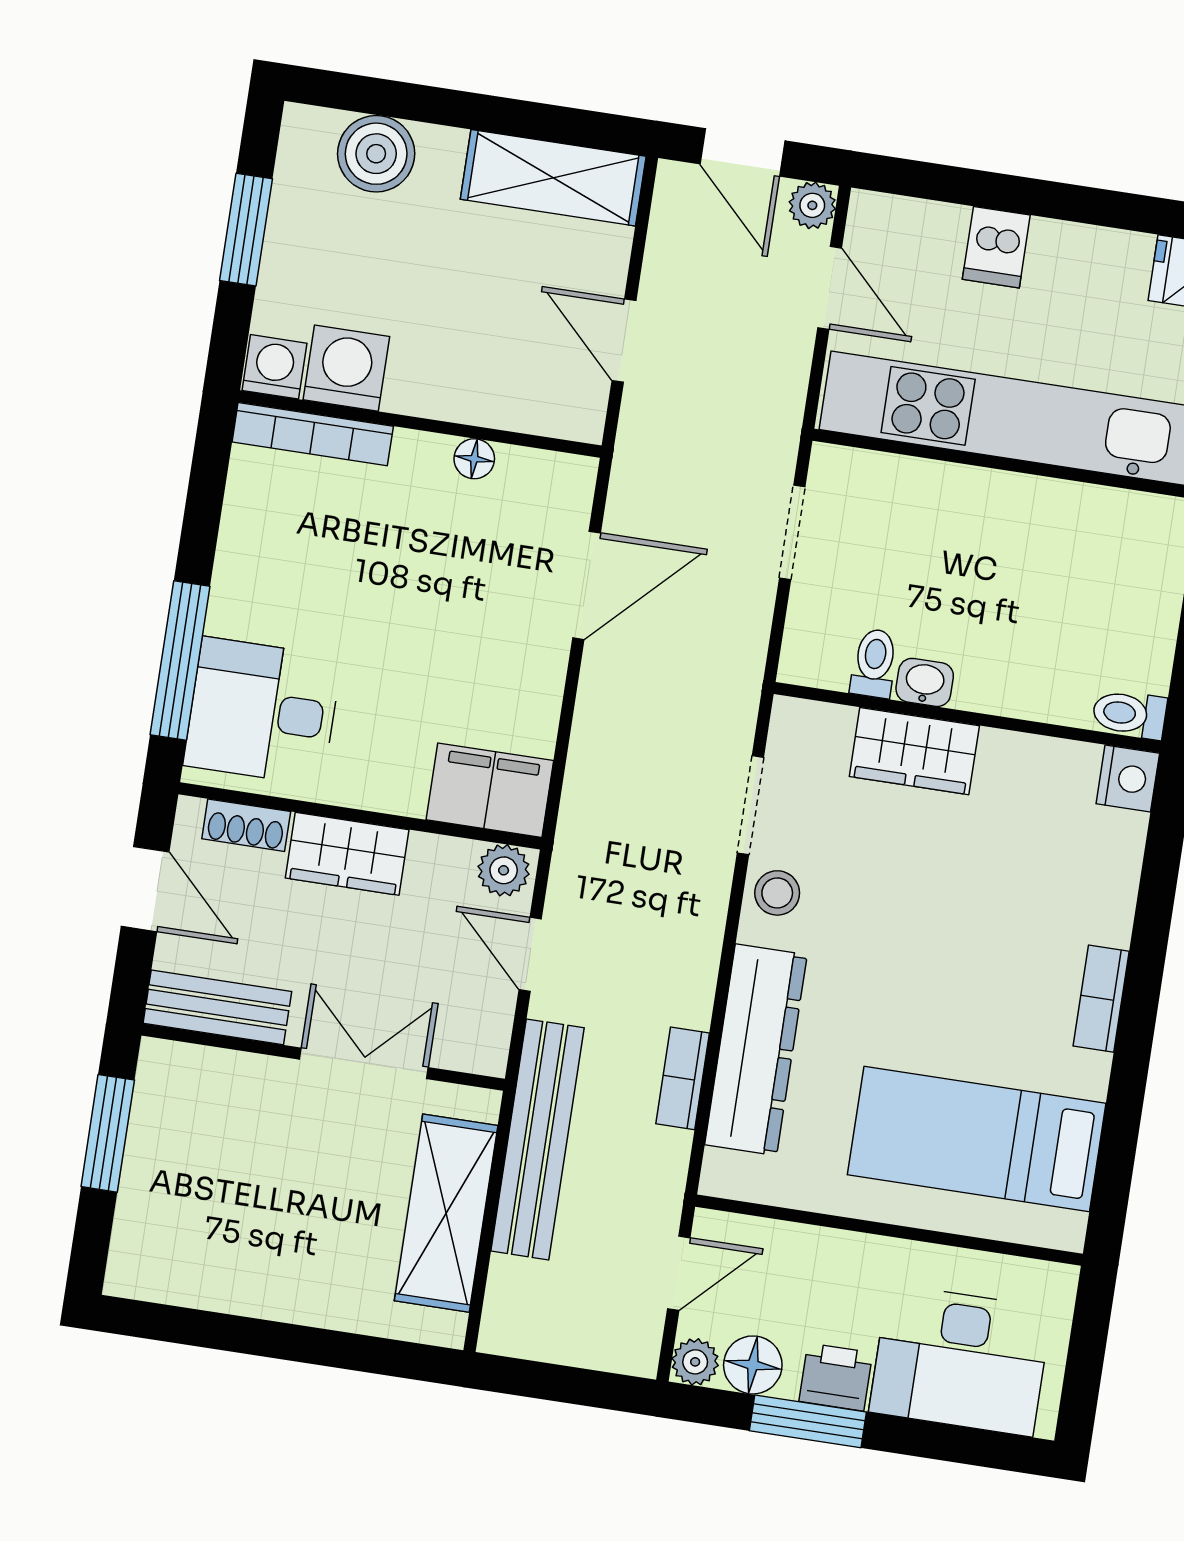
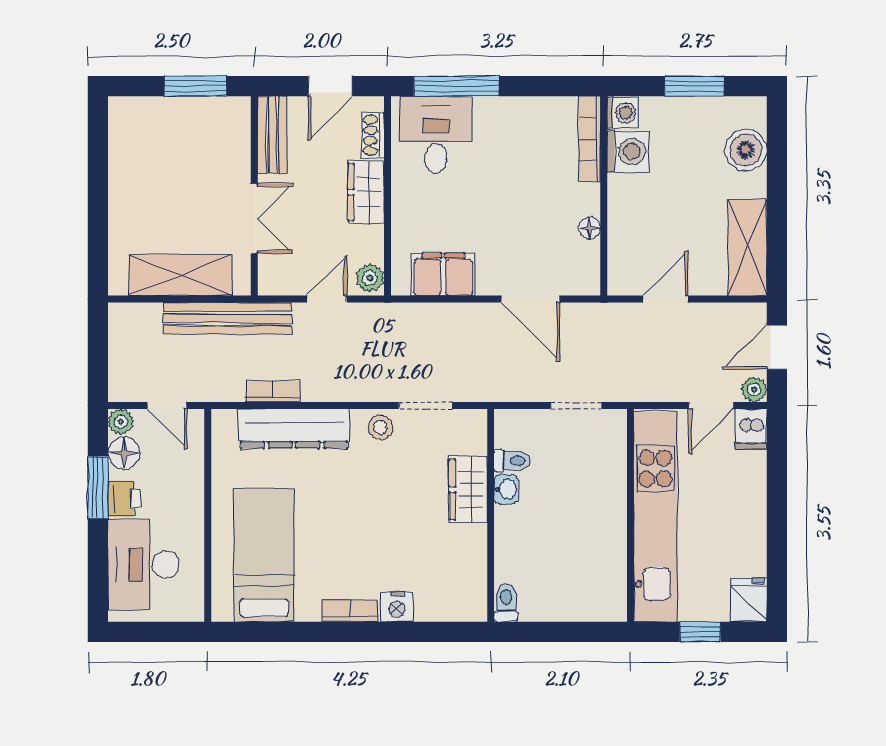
dishwasher: (996, 247) -> (751, 429), moved, turned -90
nightstand: (1128, 779) -> (397, 607), moved
filing cabinet: (490, 790) -> (443, 274), moved, turned -90

